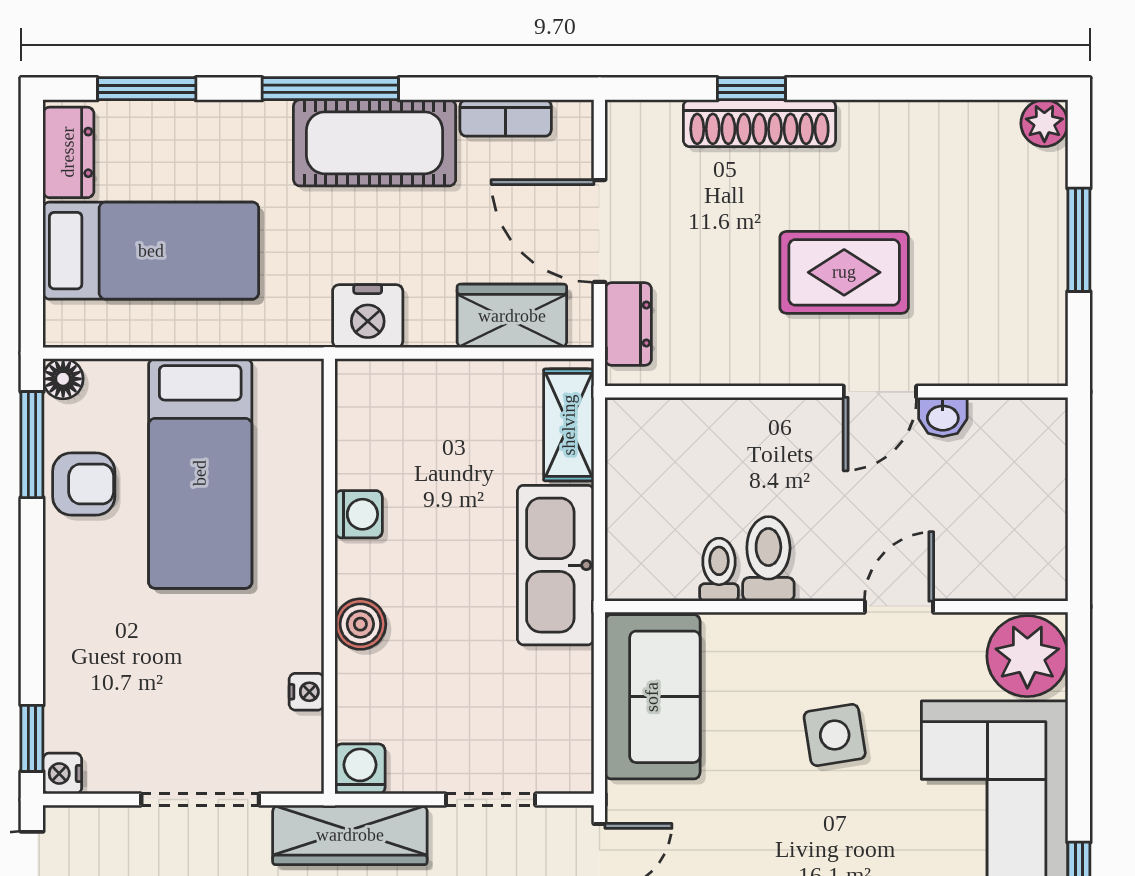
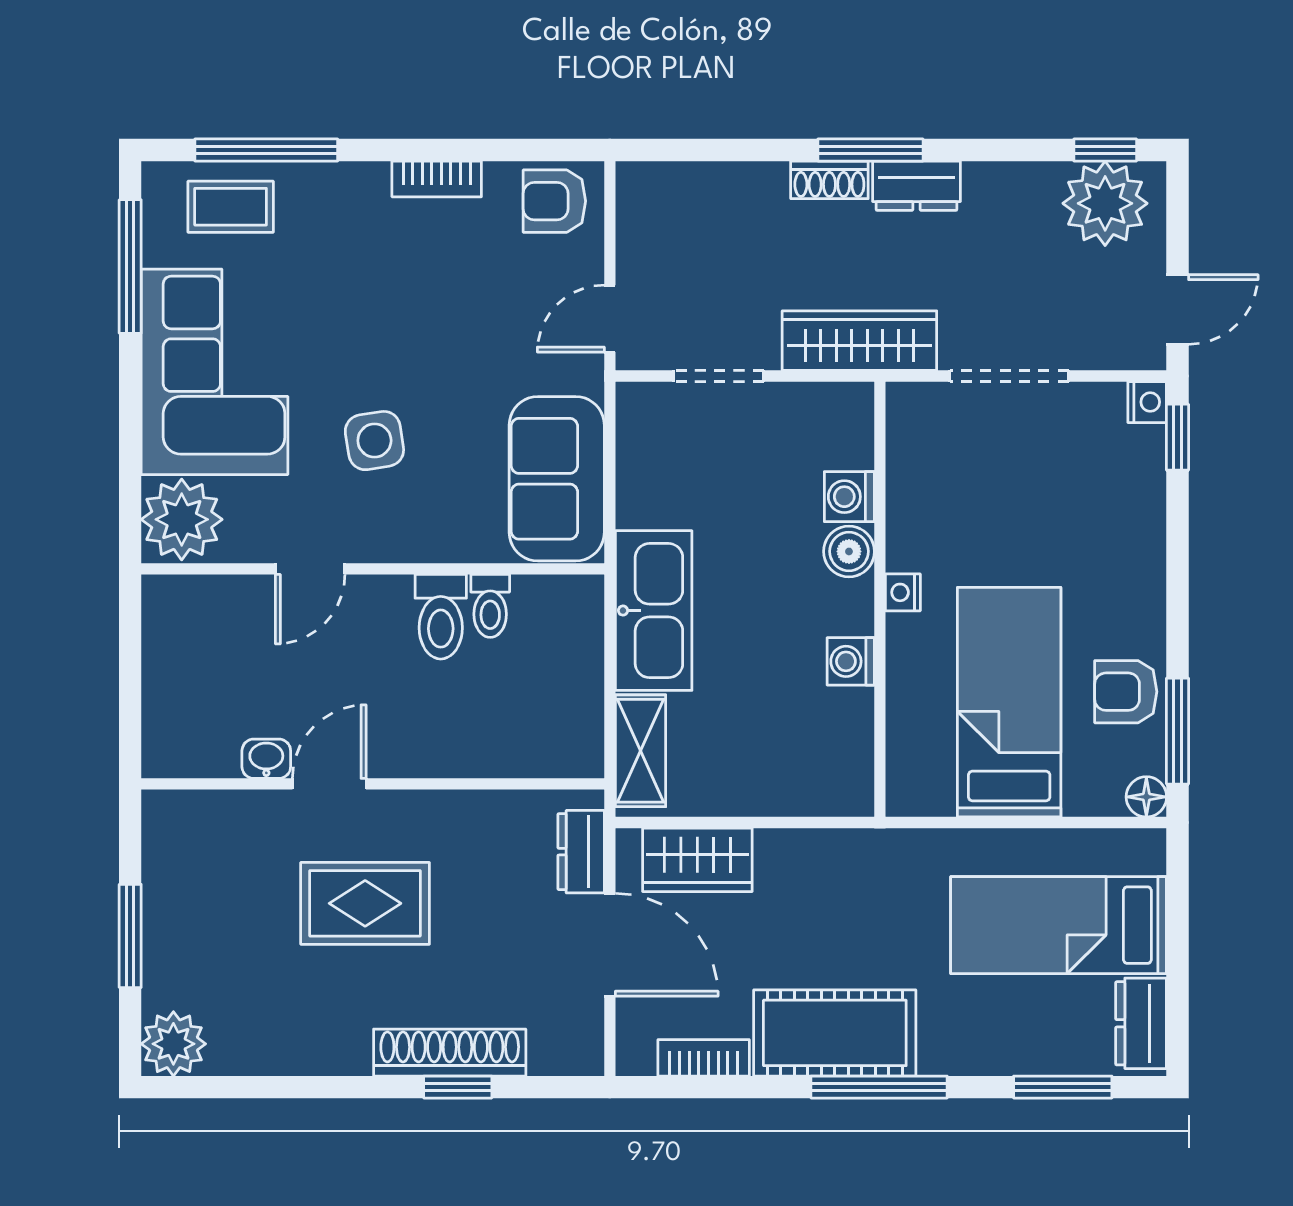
plant: (1044, 123) -> (173, 1044), width x1.38, depth x1.38
nightstand: (368, 316) -> (842, 860), removed
nightstand: (307, 692) -> (903, 592), moved
washing machine: (360, 769) -> (849, 497), moved, turned 90

